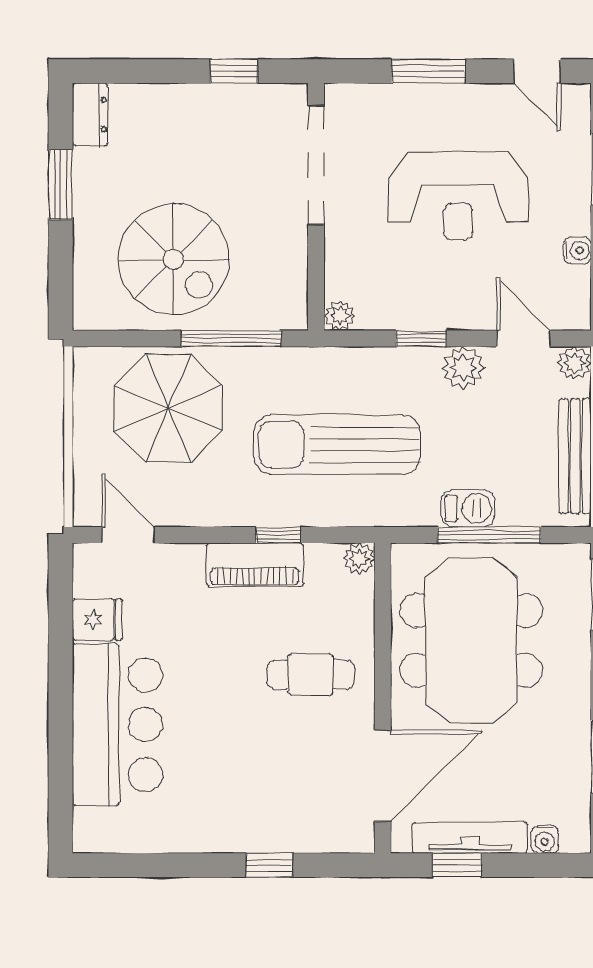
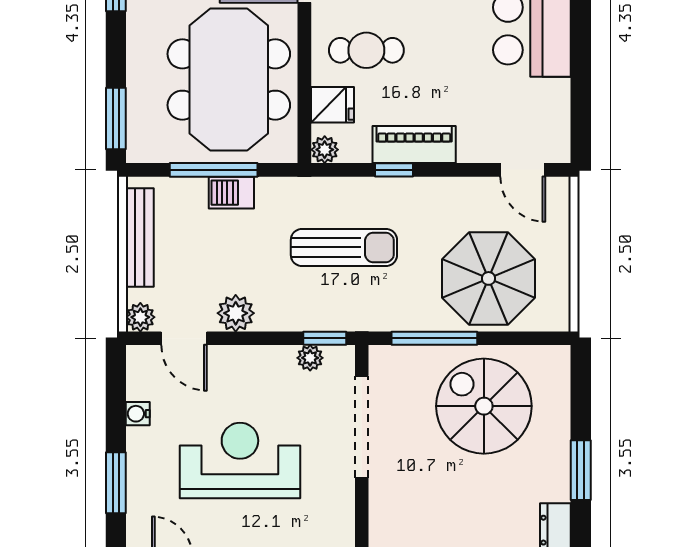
doorway: (316, 165) -> (362, 427), moved
plant: (340, 316) -> (310, 358), moved
window: (421, 338) -> (325, 338), moved
sun lounger: (337, 444) -> (344, 247), width x0.73, depth x0.75
fridge: (97, 620) -> (333, 105), moved, turned 180

